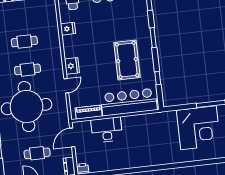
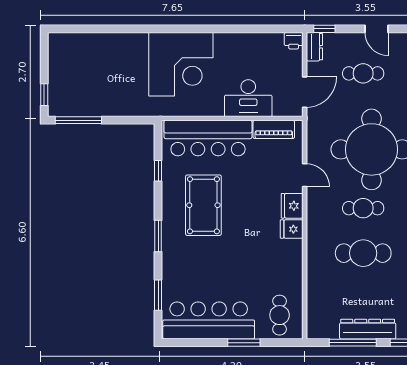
fridge: (68, 29) -> (292, 229), moved
cafe table: (24, 42) -> (363, 253), width x1.37, depth x1.35
door: (66, 86) -> (305, 175), swing flipped
corner desk: (198, 128) -> (181, 64), moved, turned 180

